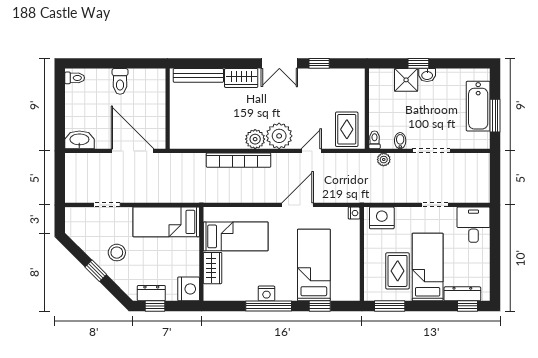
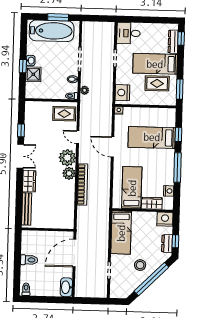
bathtub: (478, 106) -> (52, 31), width x1.36, depth x1.36
window: (96, 271) -> (151, 279), width x3.17
nightstand: (266, 293) -> (169, 191), moved

